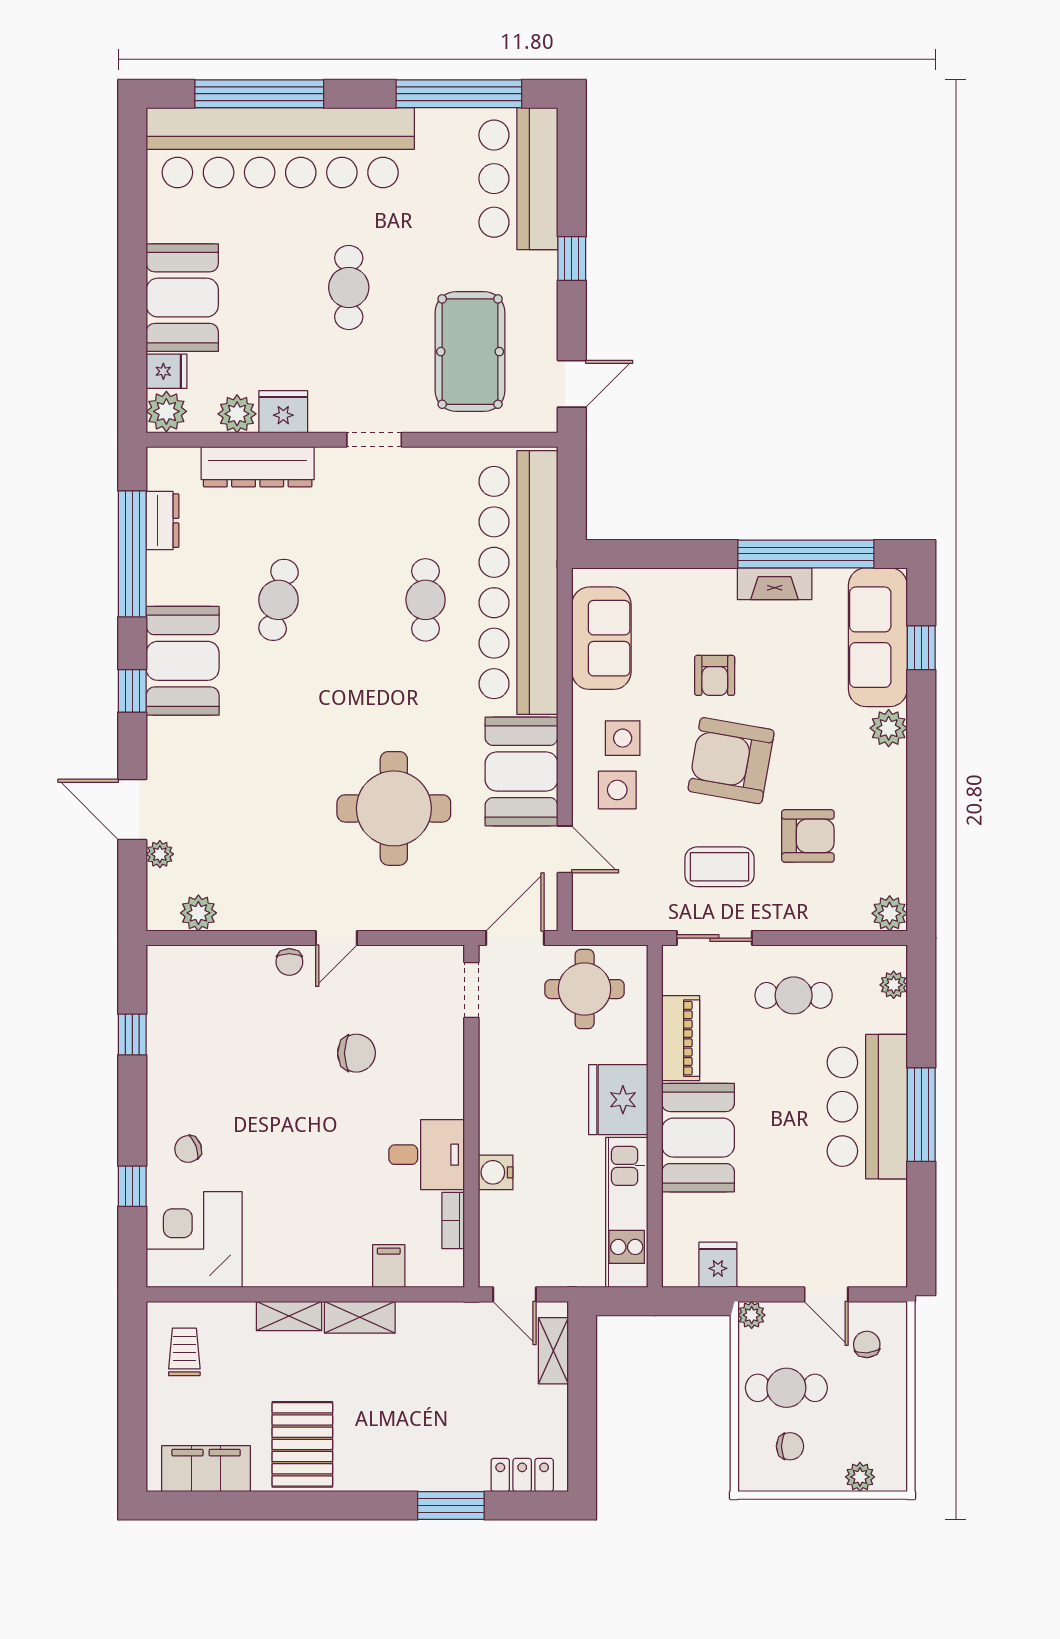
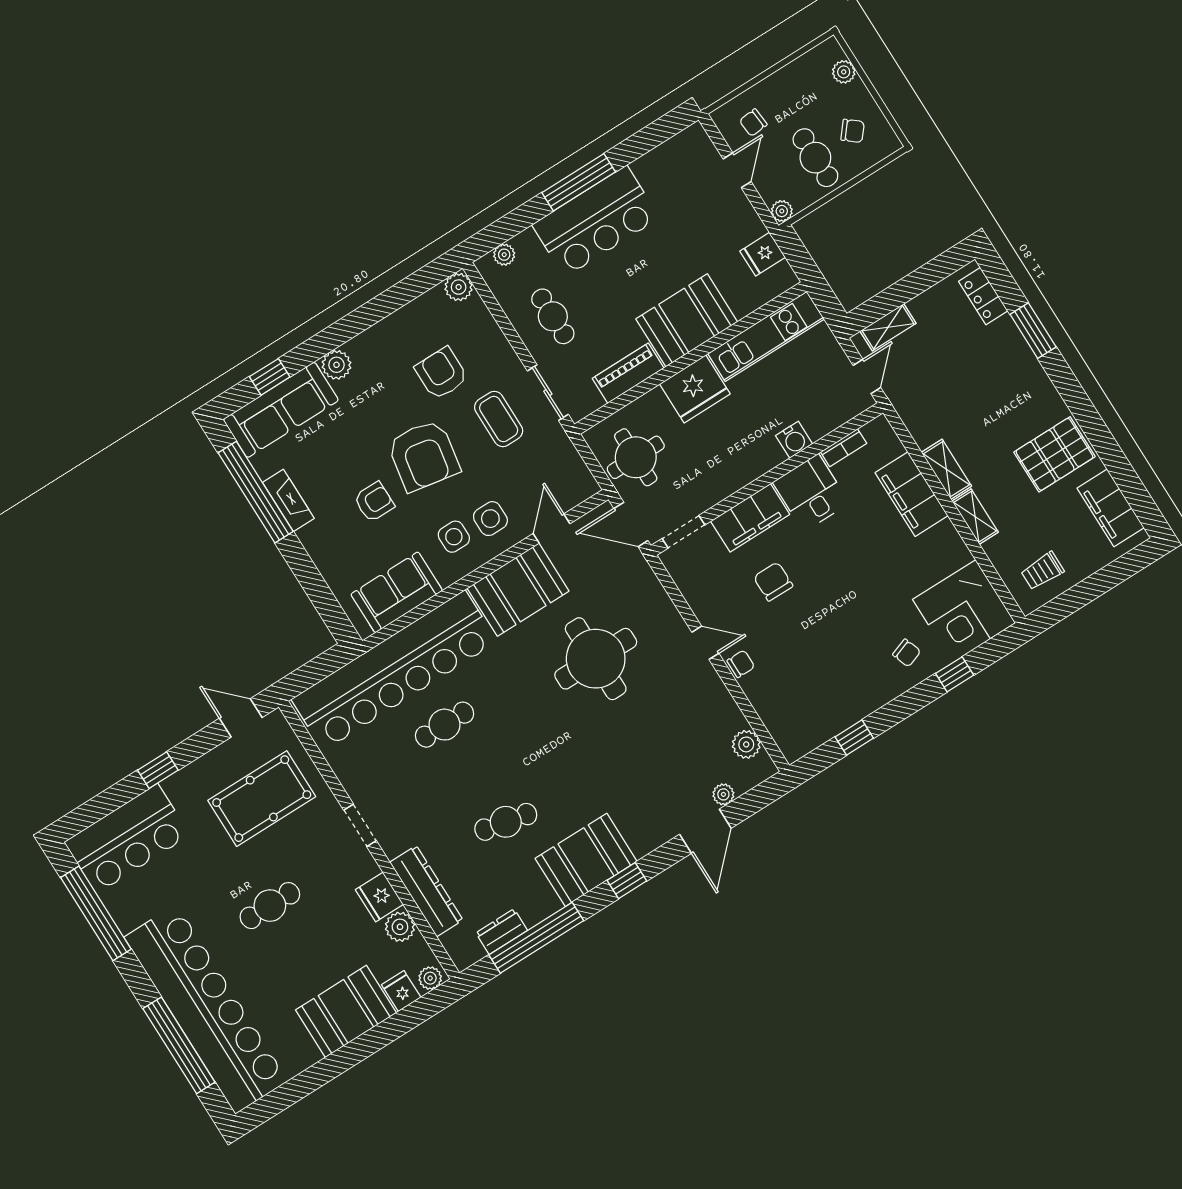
plant: (166, 411) -> (430, 978), width x0.73, depth x0.73
filing cabinet: (441, 1072) -> (750, 518), added
filing cabinet: (389, 1266) -> (912, 494), width x3.00, depth x1.17
chair: (790, 1446) -> (853, 131), turned 129

